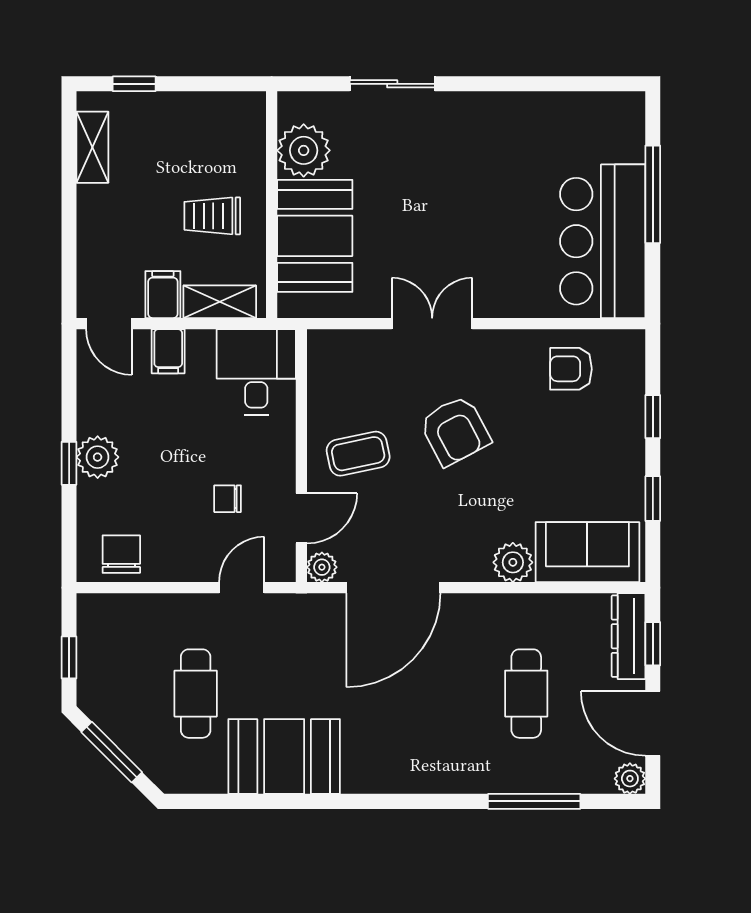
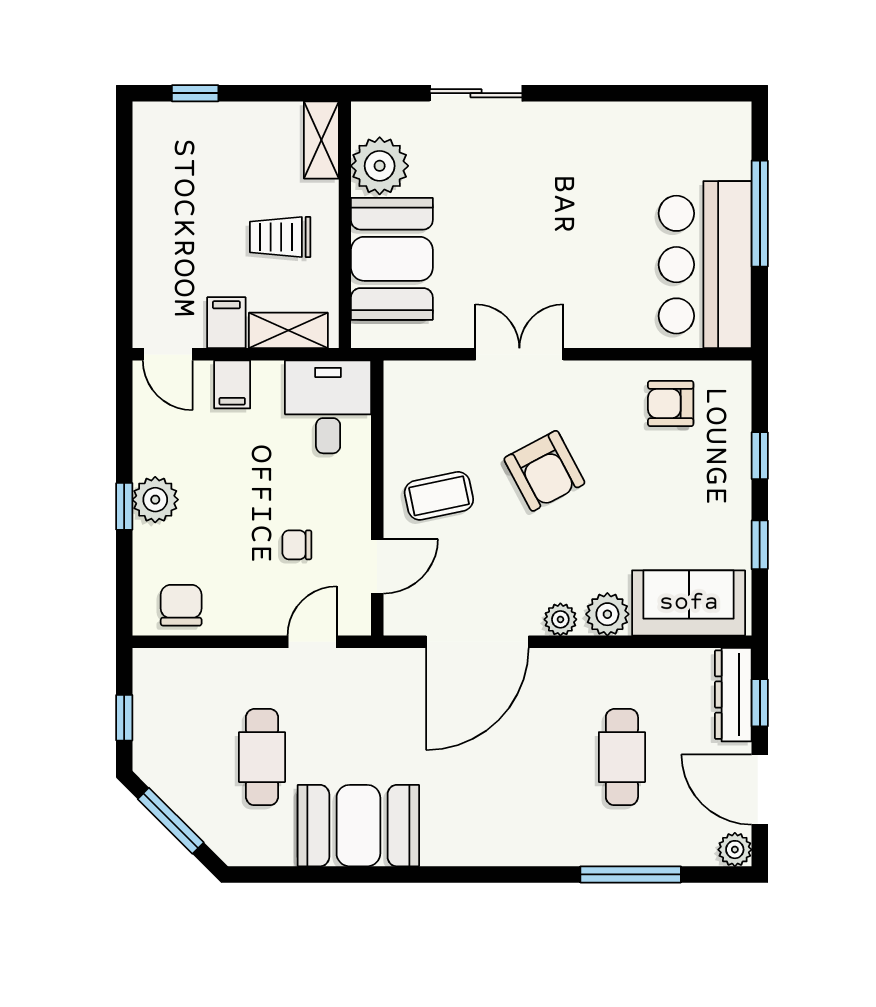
shelving: (92, 147) -> (321, 140), moved
plant: (322, 567) -> (560, 619), moved

